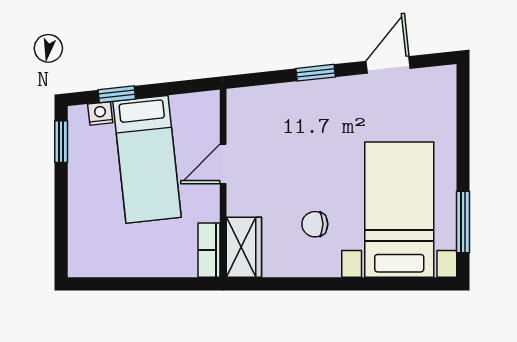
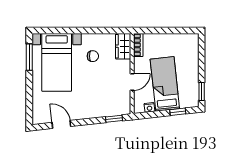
door: (388, 65) -> (61, 124), swing flipped
window: (316, 73) -> (114, 119), moved
nightstand: (100, 113) -> (149, 107), moved

